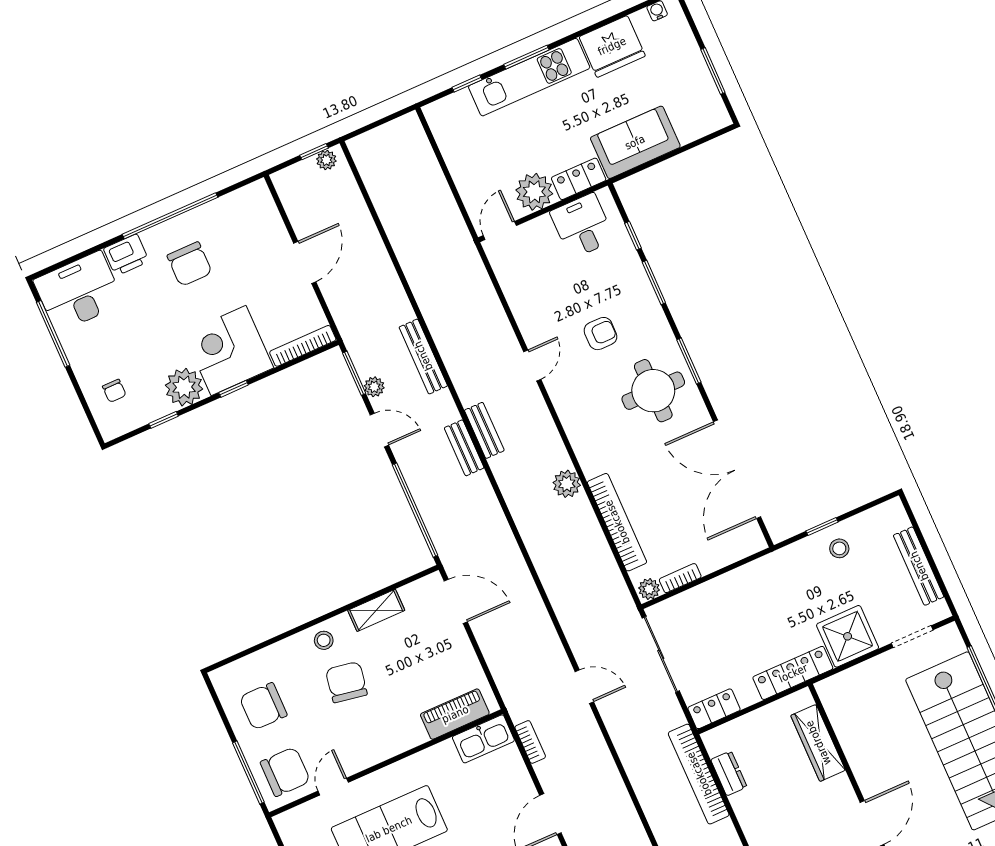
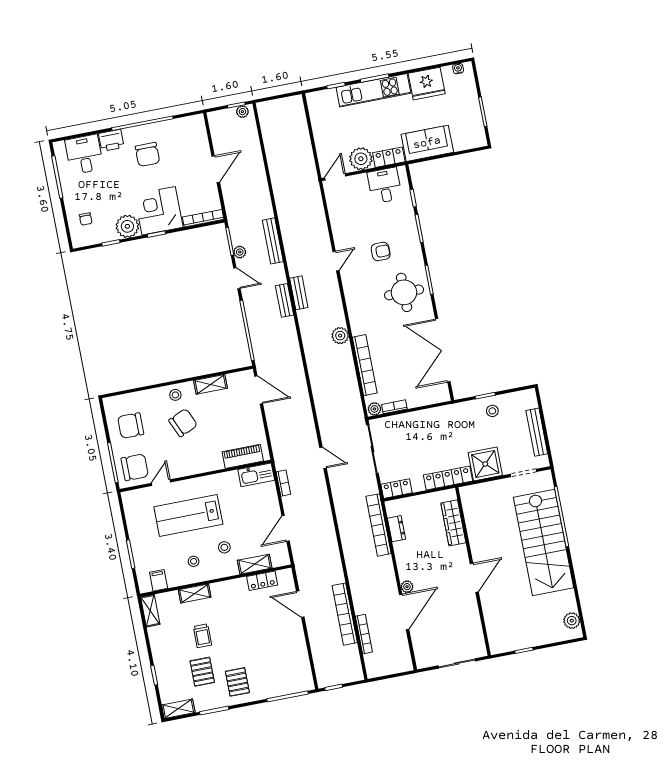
desk: (79, 292) -> (84, 154), width x0.73
chair: (346, 682) -> (183, 423), turned 56

